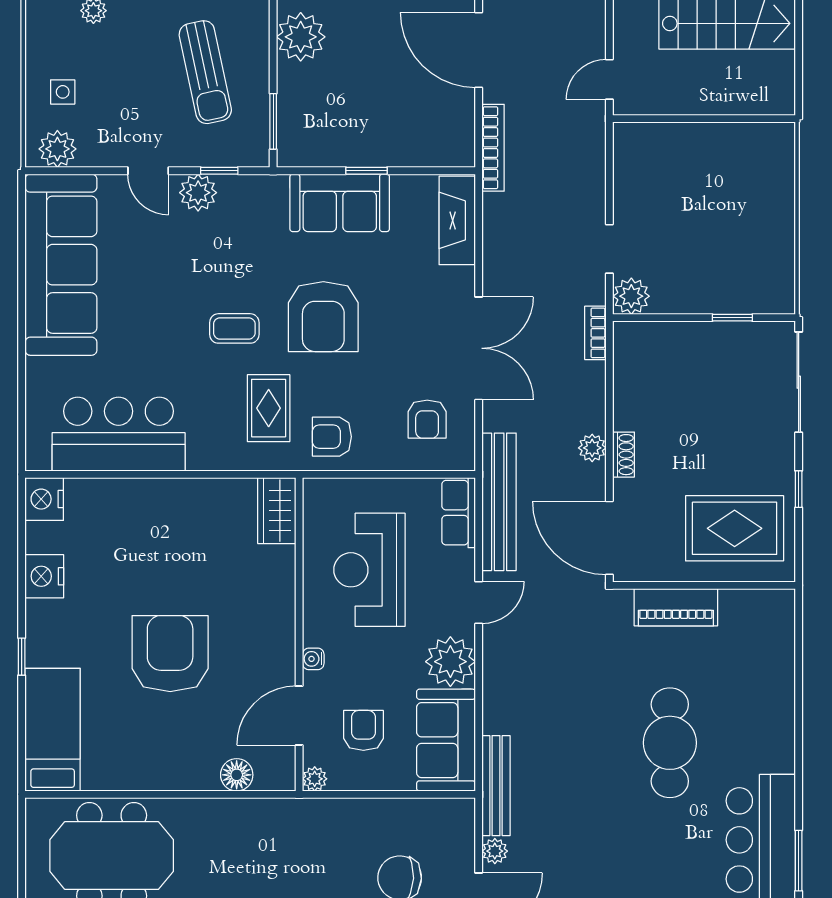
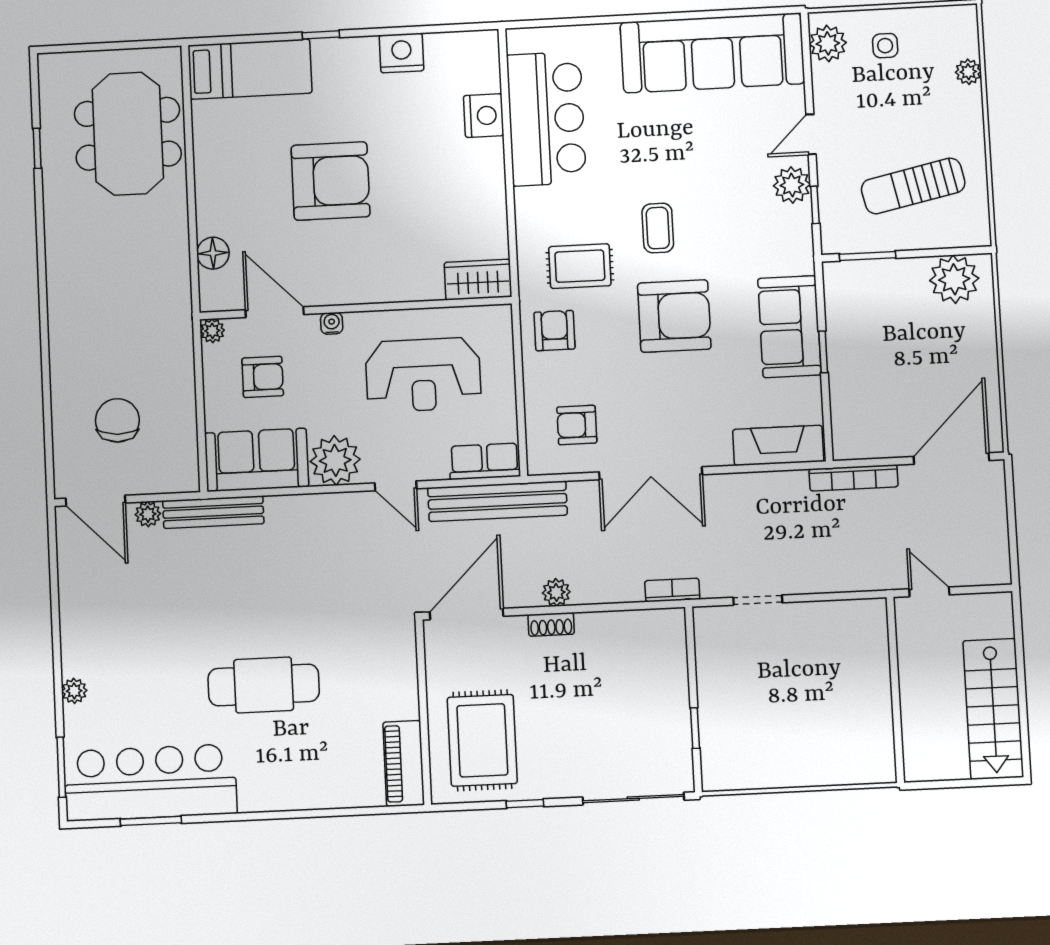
plant: (631, 296) -> (711, 625), removed
armchair: (323, 317) -> (674, 316), turned 180
nightstand: (44, 499) -> (484, 116), moved, turned 90
reception desk: (369, 570) -> (423, 375), turned 180
piano: (676, 607) -> (404, 763), moved

